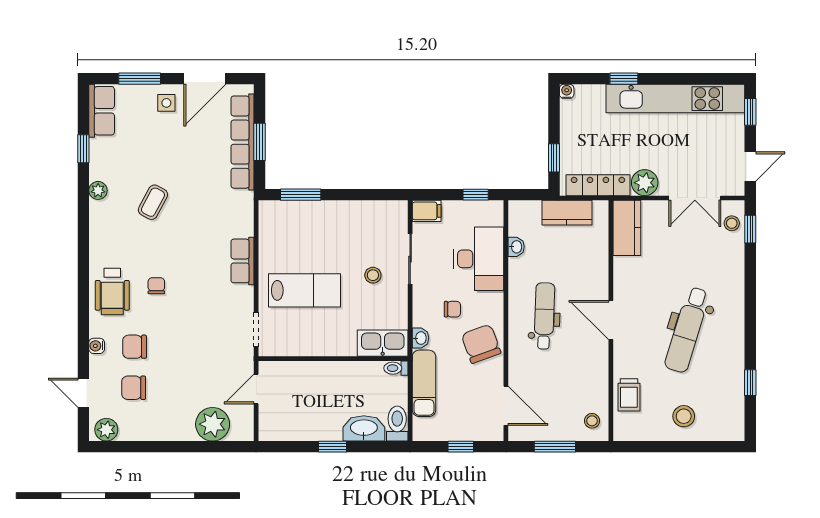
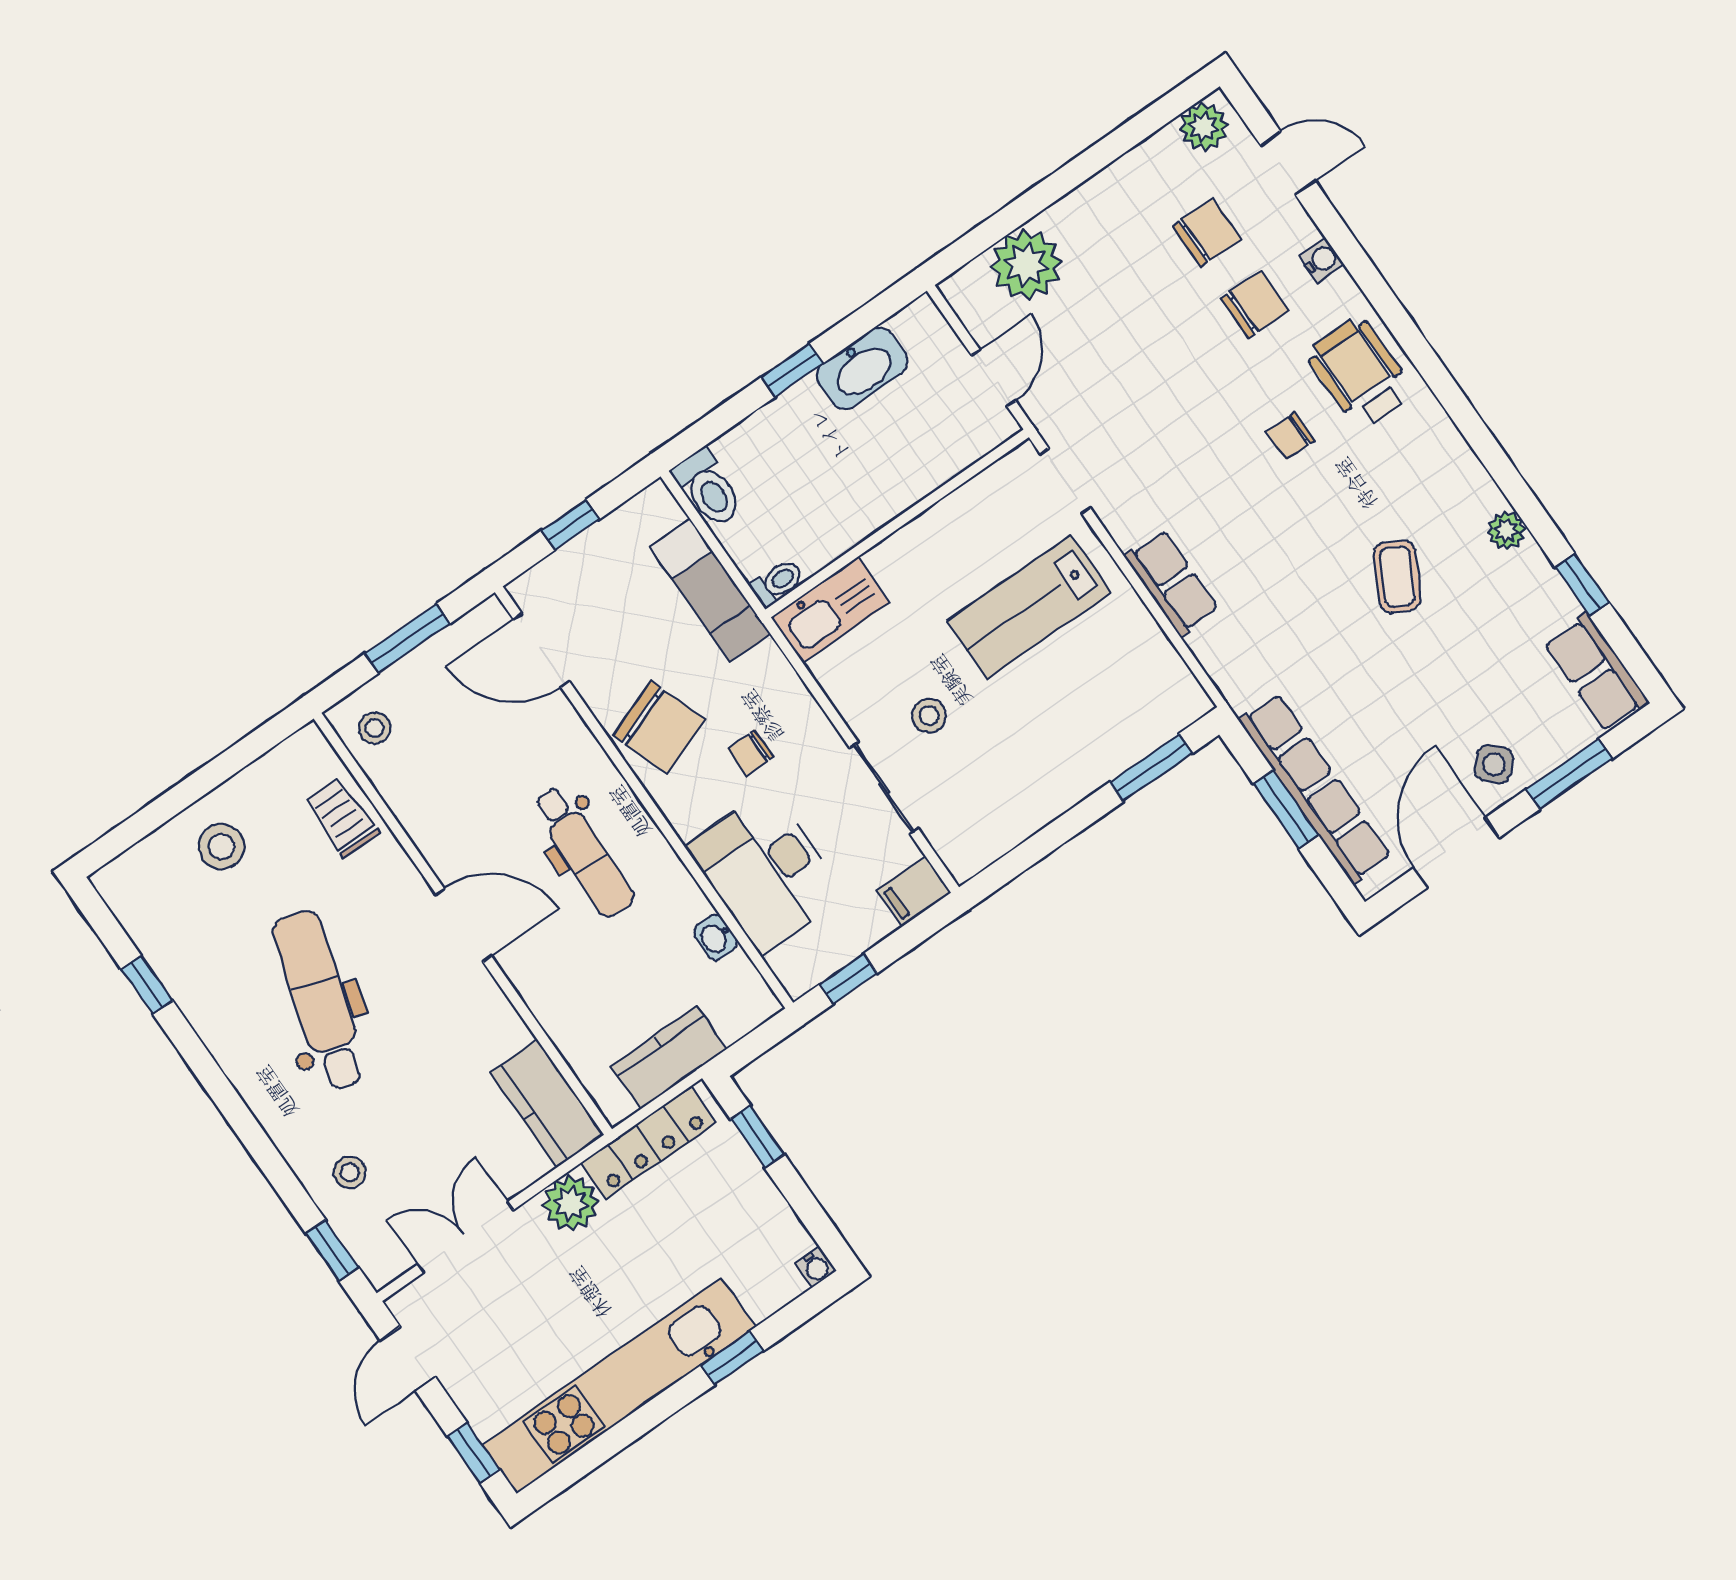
side table: (166, 103) -> (1494, 764), turned 45
stool: (732, 223) -> (350, 1173), moved
chair: (156, 286) -> (1291, 436), turned 90
washbasin: (420, 338) -> (771, 664), removed
washbasin: (364, 428) -> (862, 368), moved

